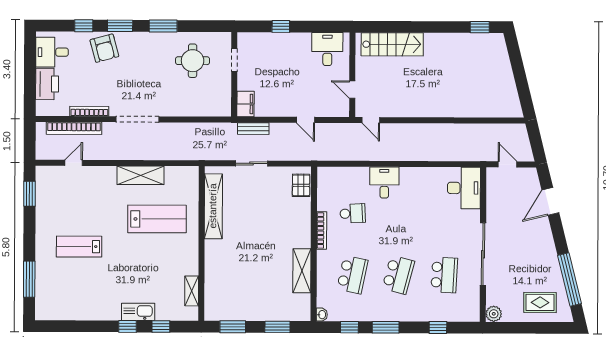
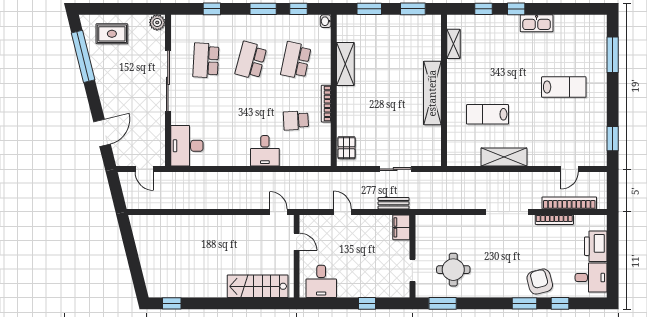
window: (163, 26) -> (443, 303), moved
shelving: (213, 206) -> (432, 93), moved
lab bench: (157, 219) -> (488, 114), width x0.73, depth x0.72
kitchen sink: (138, 312) -> (537, 23), moved

